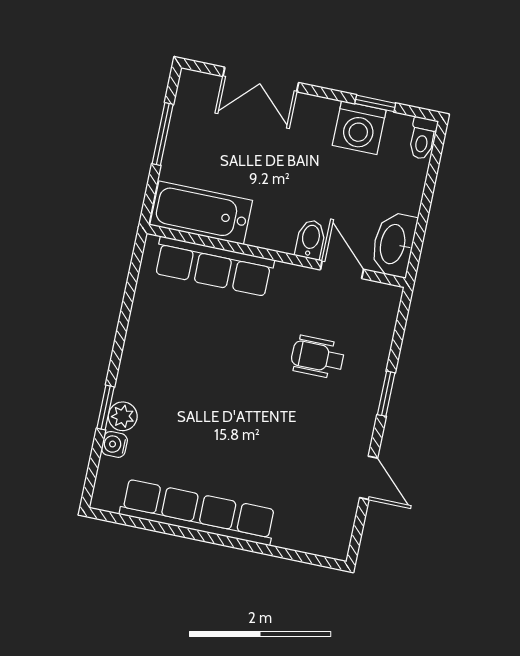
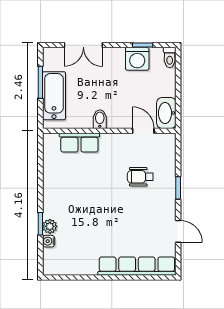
bathtub: (201, 213) -> (54, 96), moved, turned 90
bidet: (310, 239) -> (100, 119), moved
row of seats: (214, 266) -> (79, 143), width x0.68
row of seats: (198, 512) -> (137, 266), moved

